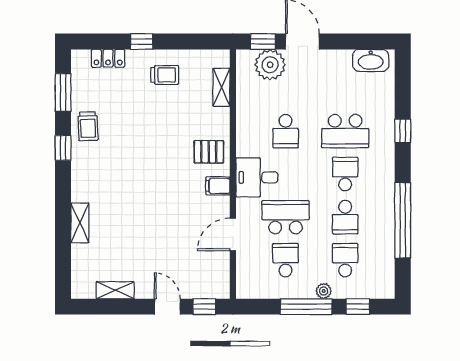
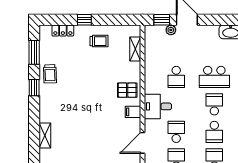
plant: (270, 65) -> (171, 30), width x0.53, depth x0.53
school desk: (286, 217) -> (176, 132), width x0.54

